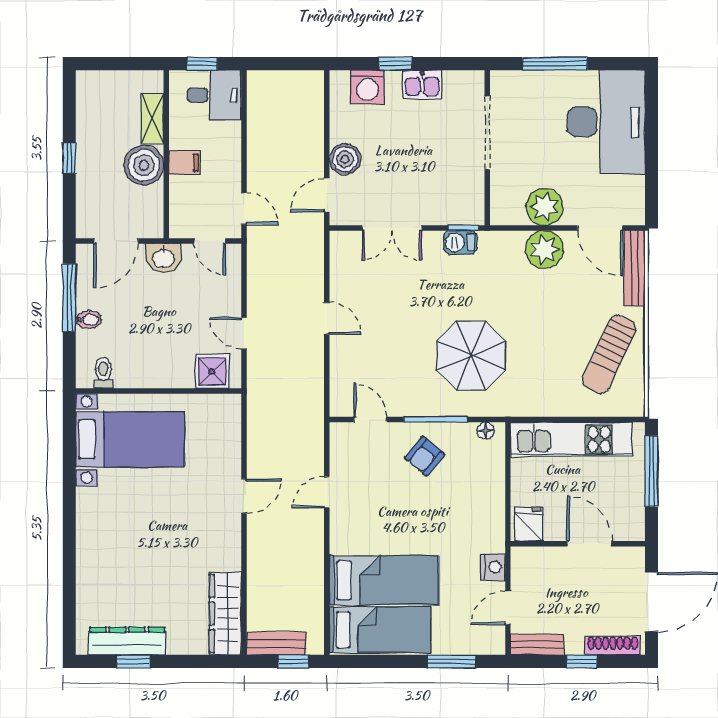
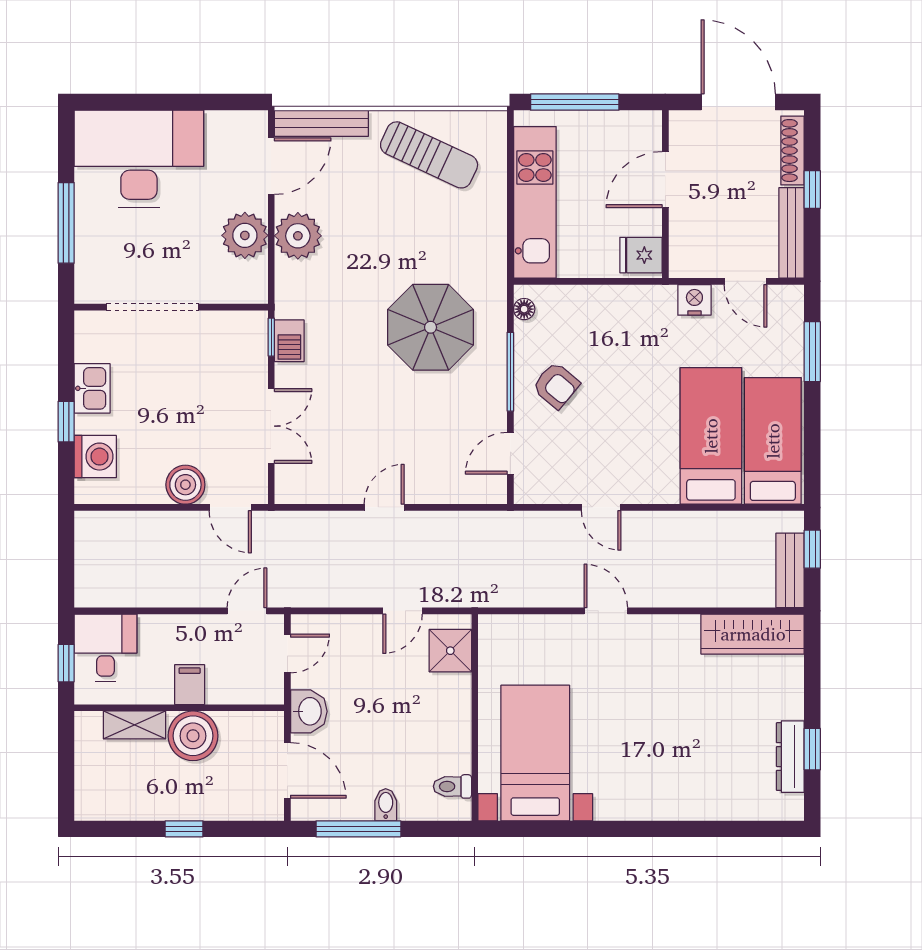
dresser: (127, 641) -> (790, 757), width x0.73, depth x0.80
bench: (537, 645) -> (792, 233), width x1.36

